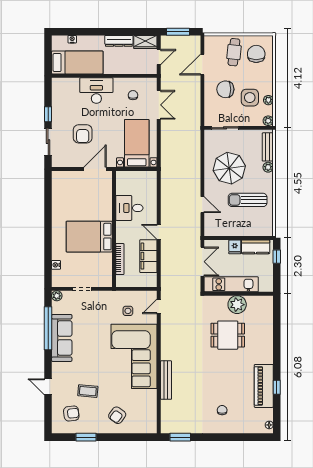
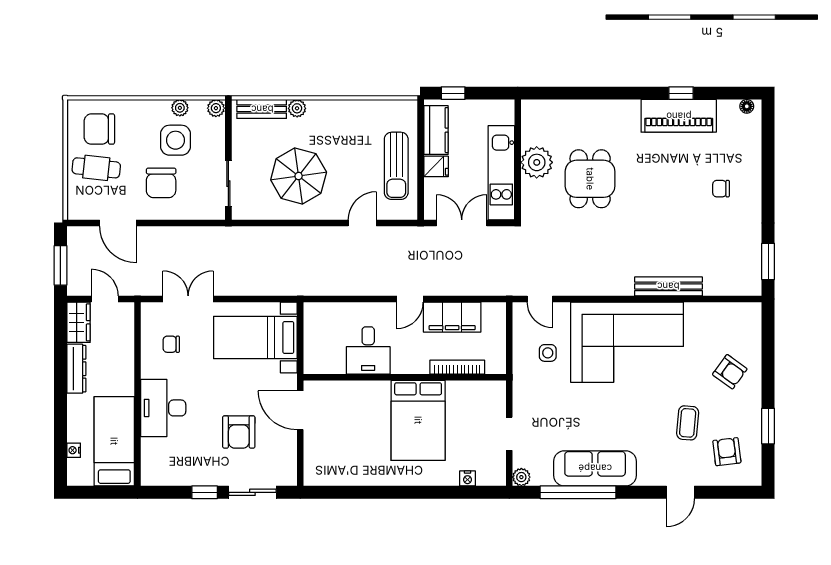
armchair: (83, 134) -> (239, 432), turned 90
sun lounger: (248, 200) -> (396, 166), moved

